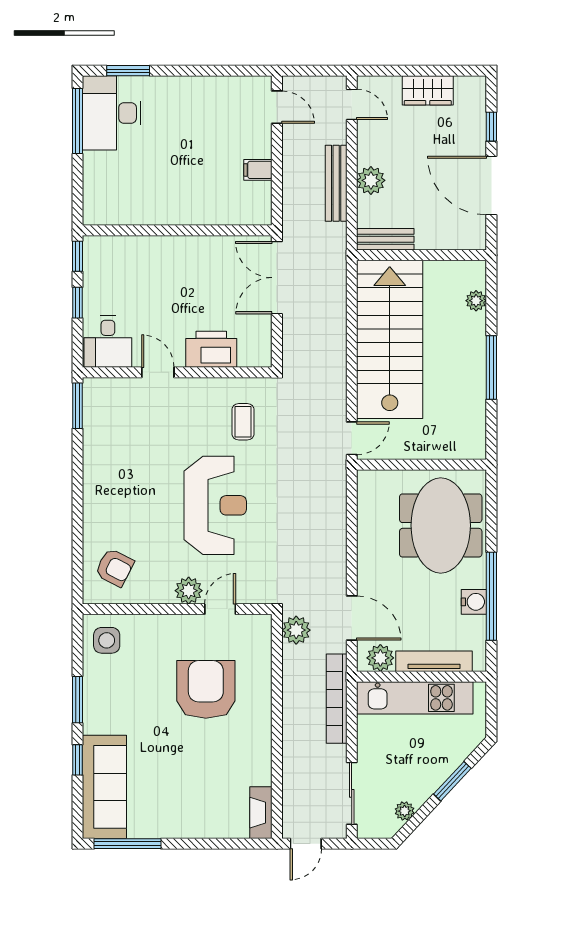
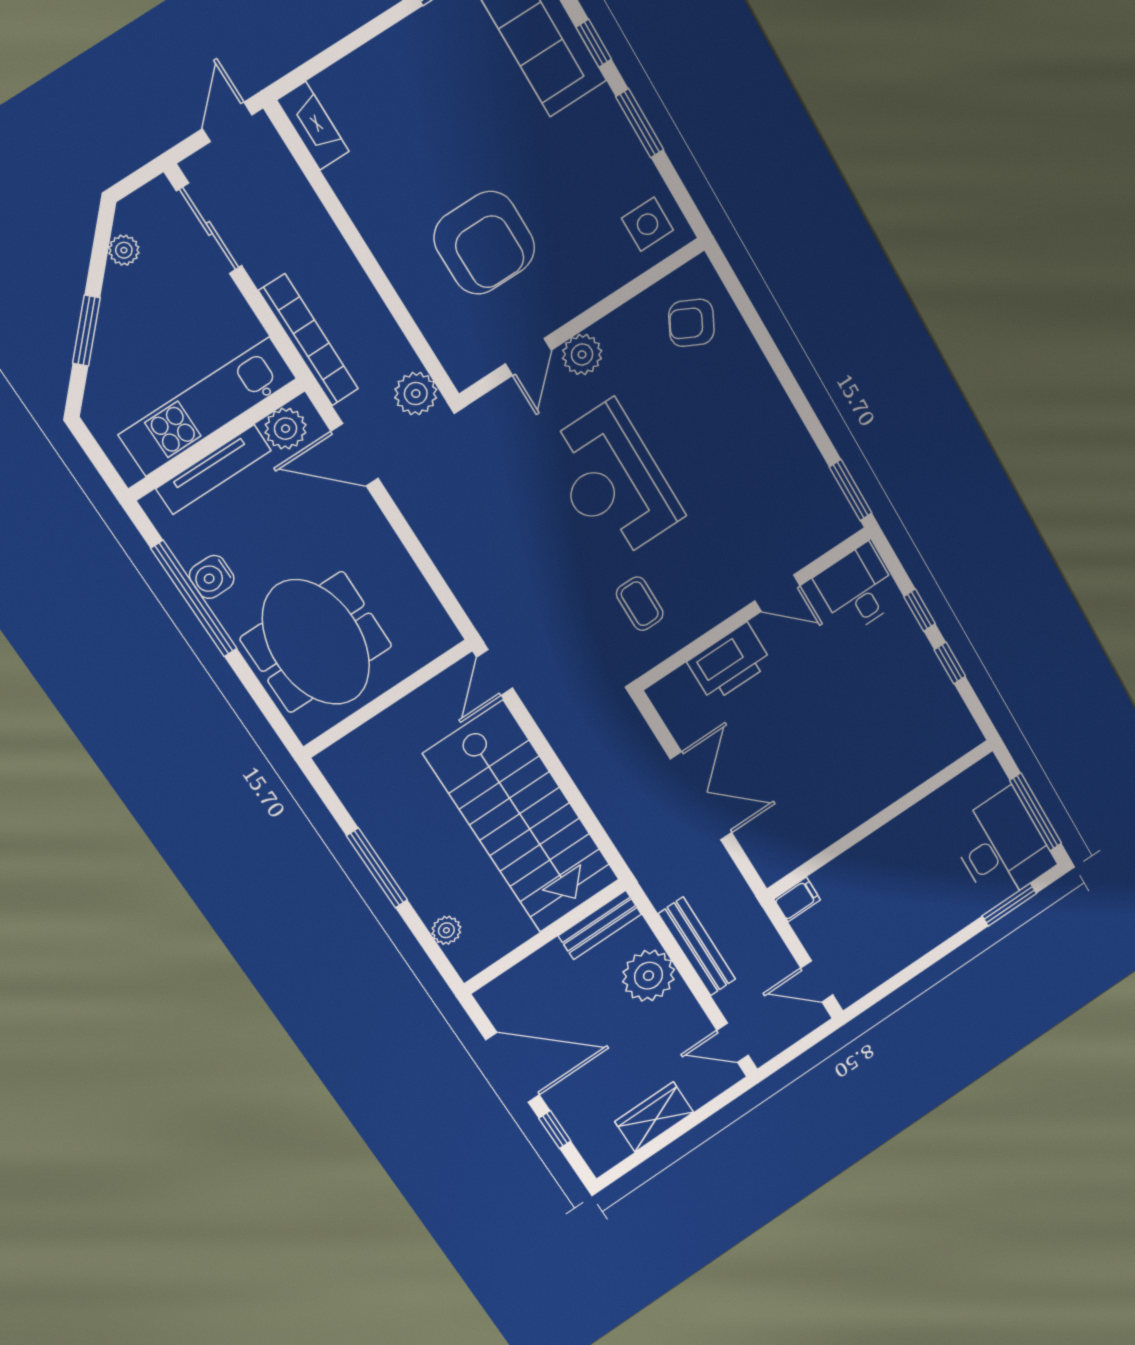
plant: (371, 180) -> (648, 976), width x1.36, depth x1.36
wall: (177, 230) -> (880, 819), moved

